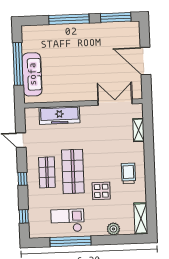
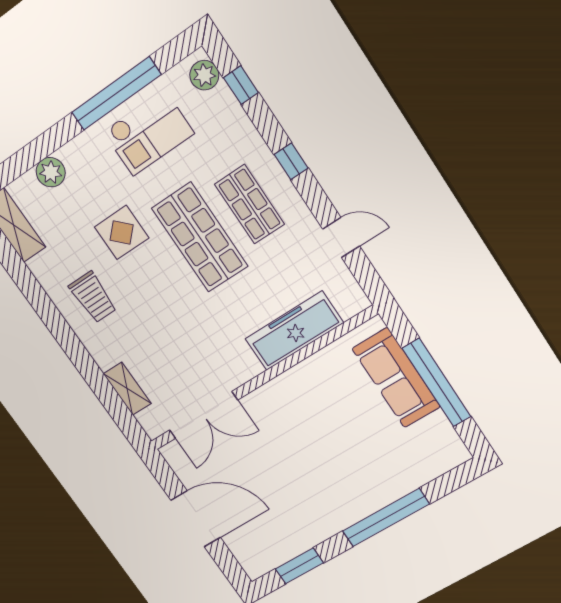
window: (116, 17) -> (299, 566), width x0.69
plant: (35, 228) -> (204, 75), added

